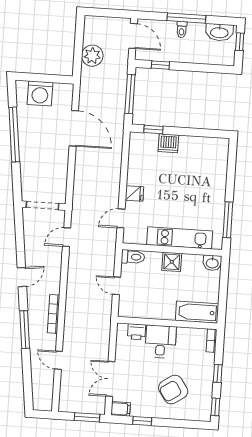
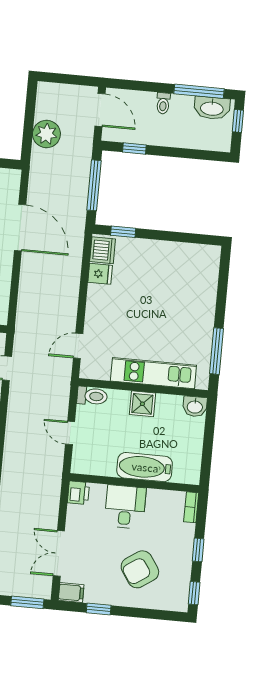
window: (186, 18) -> (199, 91), moved
dishwasher: (168, 143) -> (103, 250), moved, turned -90
fridge: (134, 193) -> (100, 274), moved
bathtub: (197, 312) -> (145, 467), moved
printer: (137, 332) -> (78, 493), moved, turned -90

